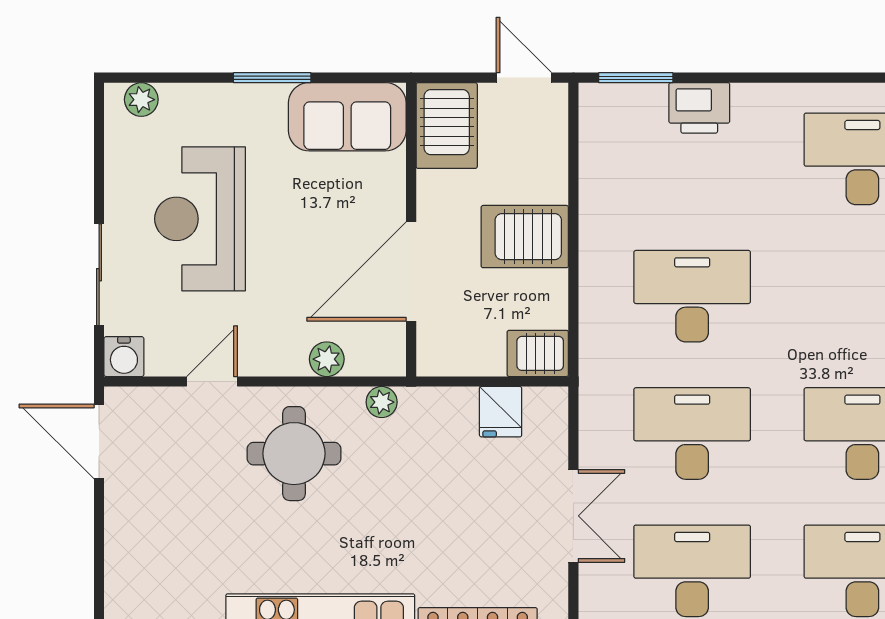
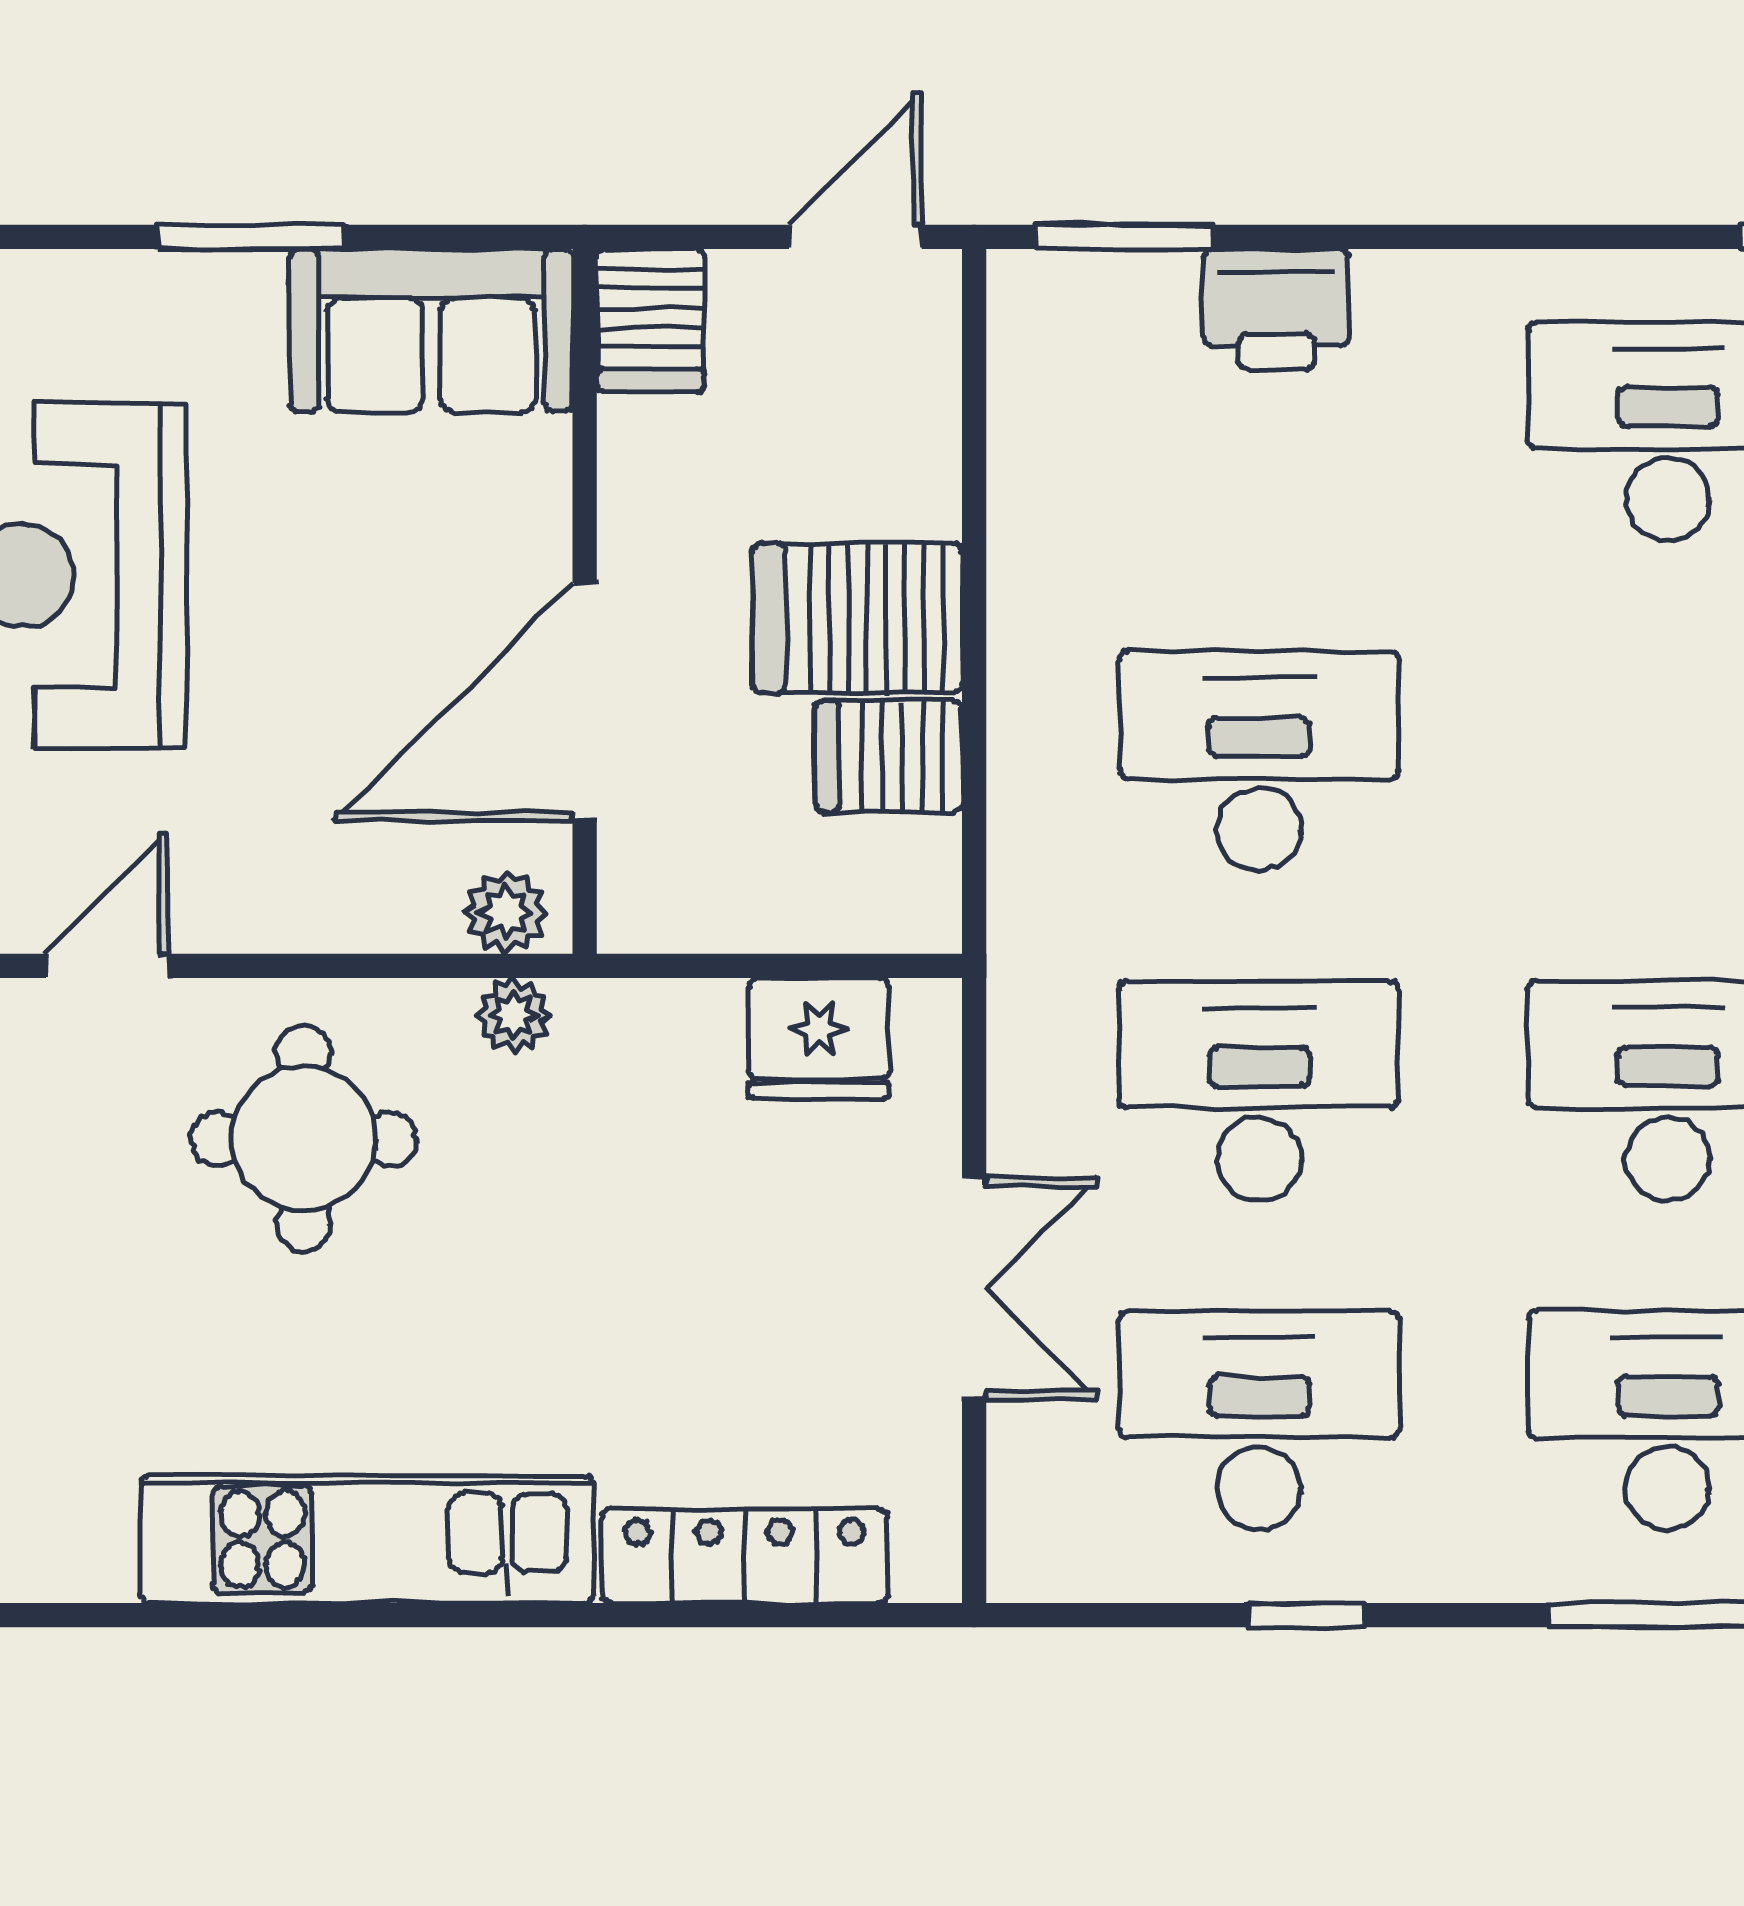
door: (524, 78) -> (855, 237), hinge flipped
server rack: (447, 126) -> (650, 320), width x0.73, depth x0.70
server rack: (538, 353) -> (889, 756), moved
plant: (327, 359) -> (506, 912), moved
fridge: (501, 412) -> (819, 1038), width x1.38

